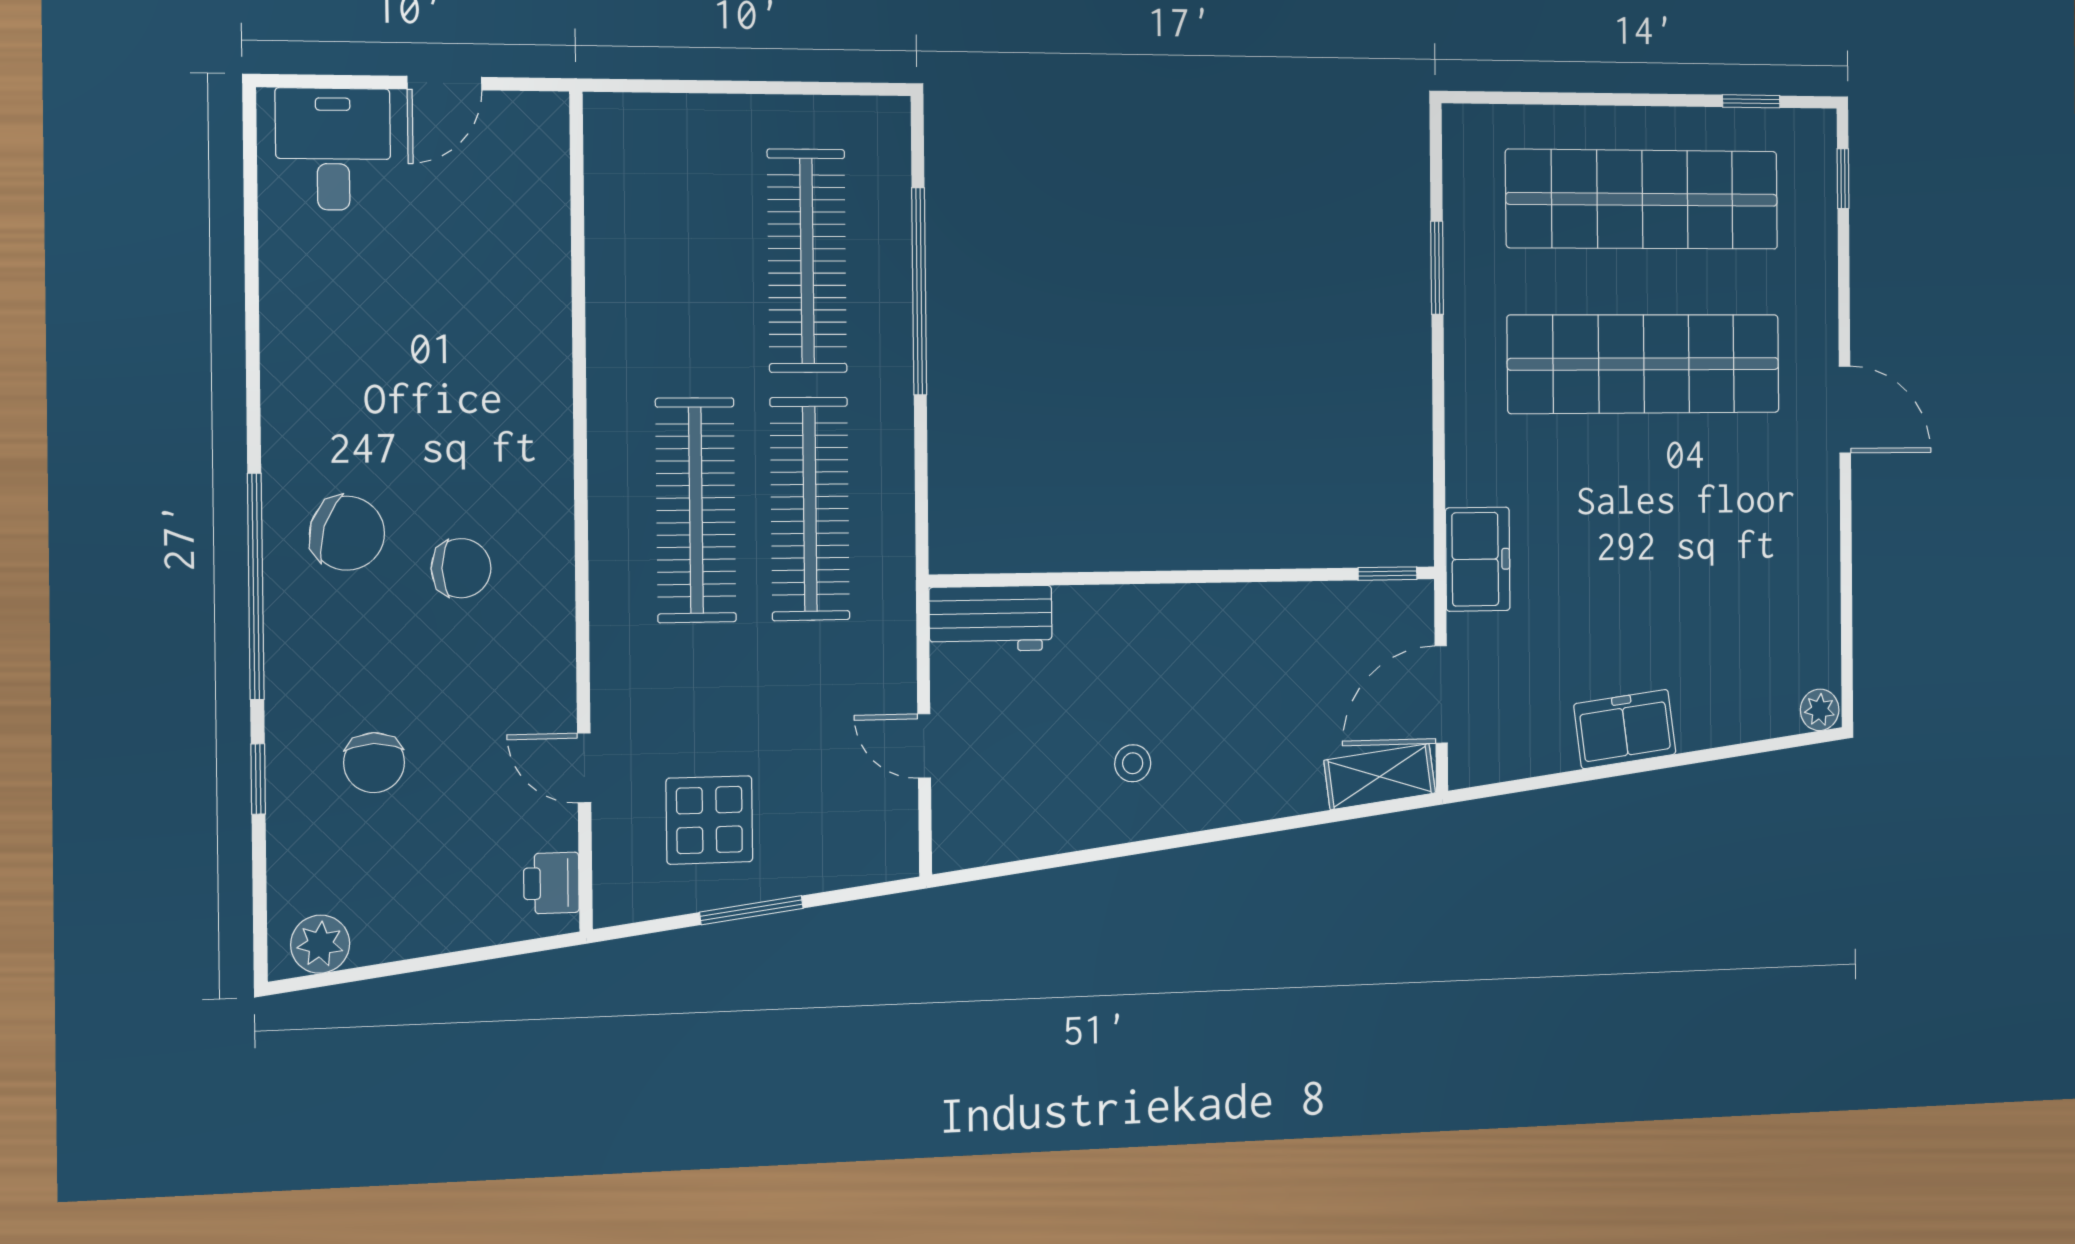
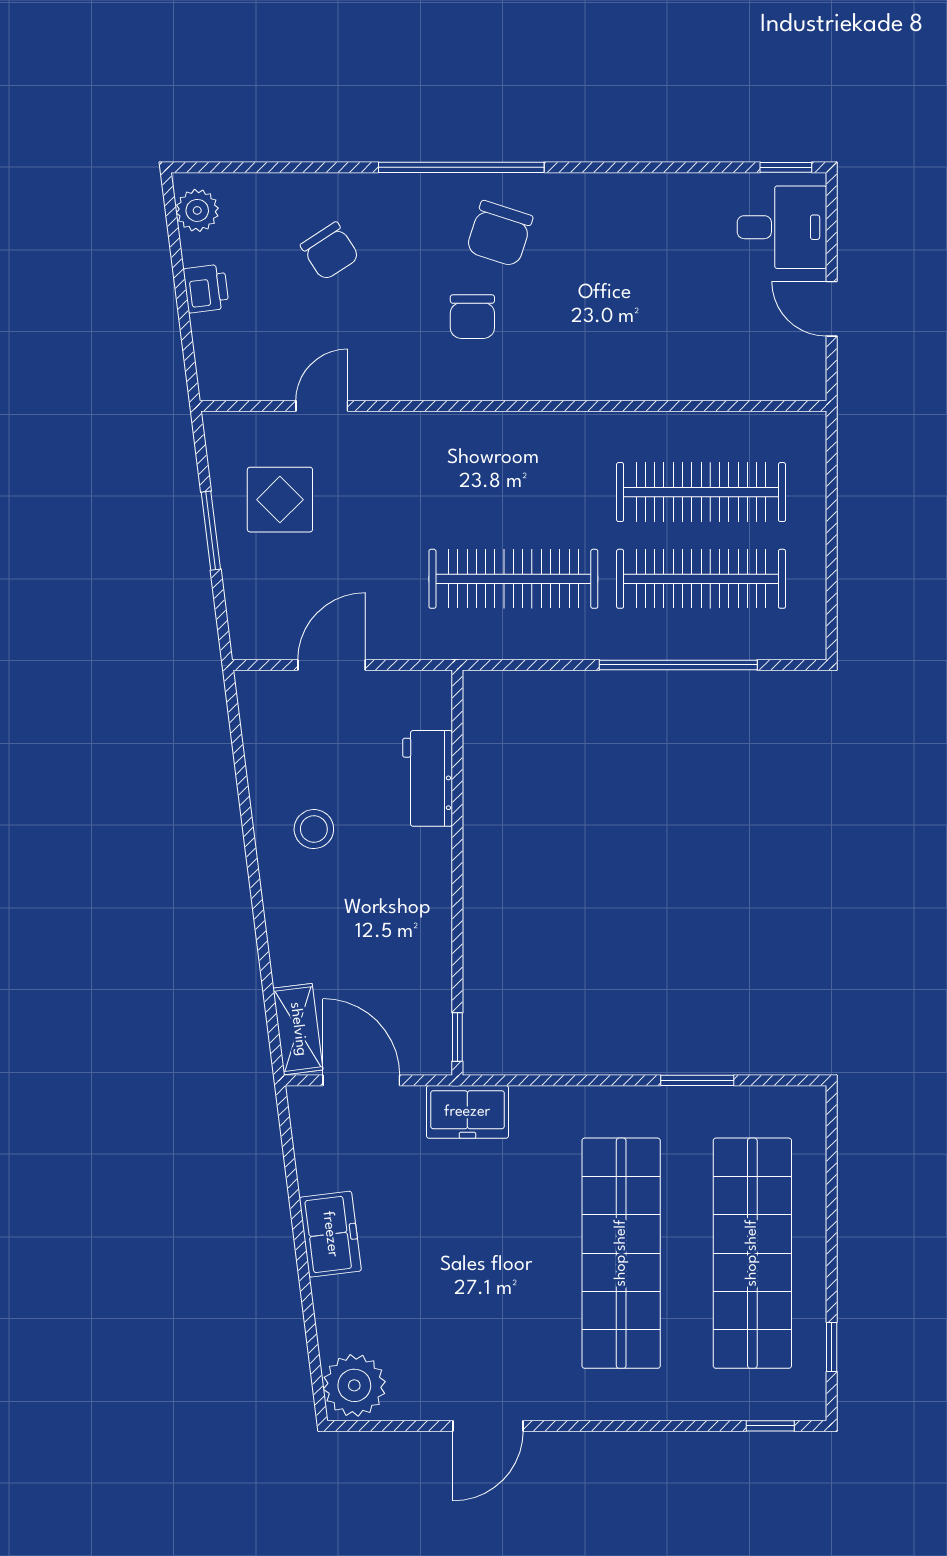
door: (1845, 410) -> (488, 1426), moved
clothes rail: (696, 510) -> (701, 492), moved
workbench: (991, 619) -> (428, 778), moved
plant: (1820, 710) -> (354, 1385), width x1.87, depth x1.87
door: (924, 746) -> (332, 665), width x1.38
chair: (374, 763) -> (330, 251), turned -123
stool: (1133, 763) -> (314, 829), width x1.37, depth x1.37
window: (258, 779) -> (786, 167), moved
printer: (551, 883) -> (206, 289), moved, turned 83

